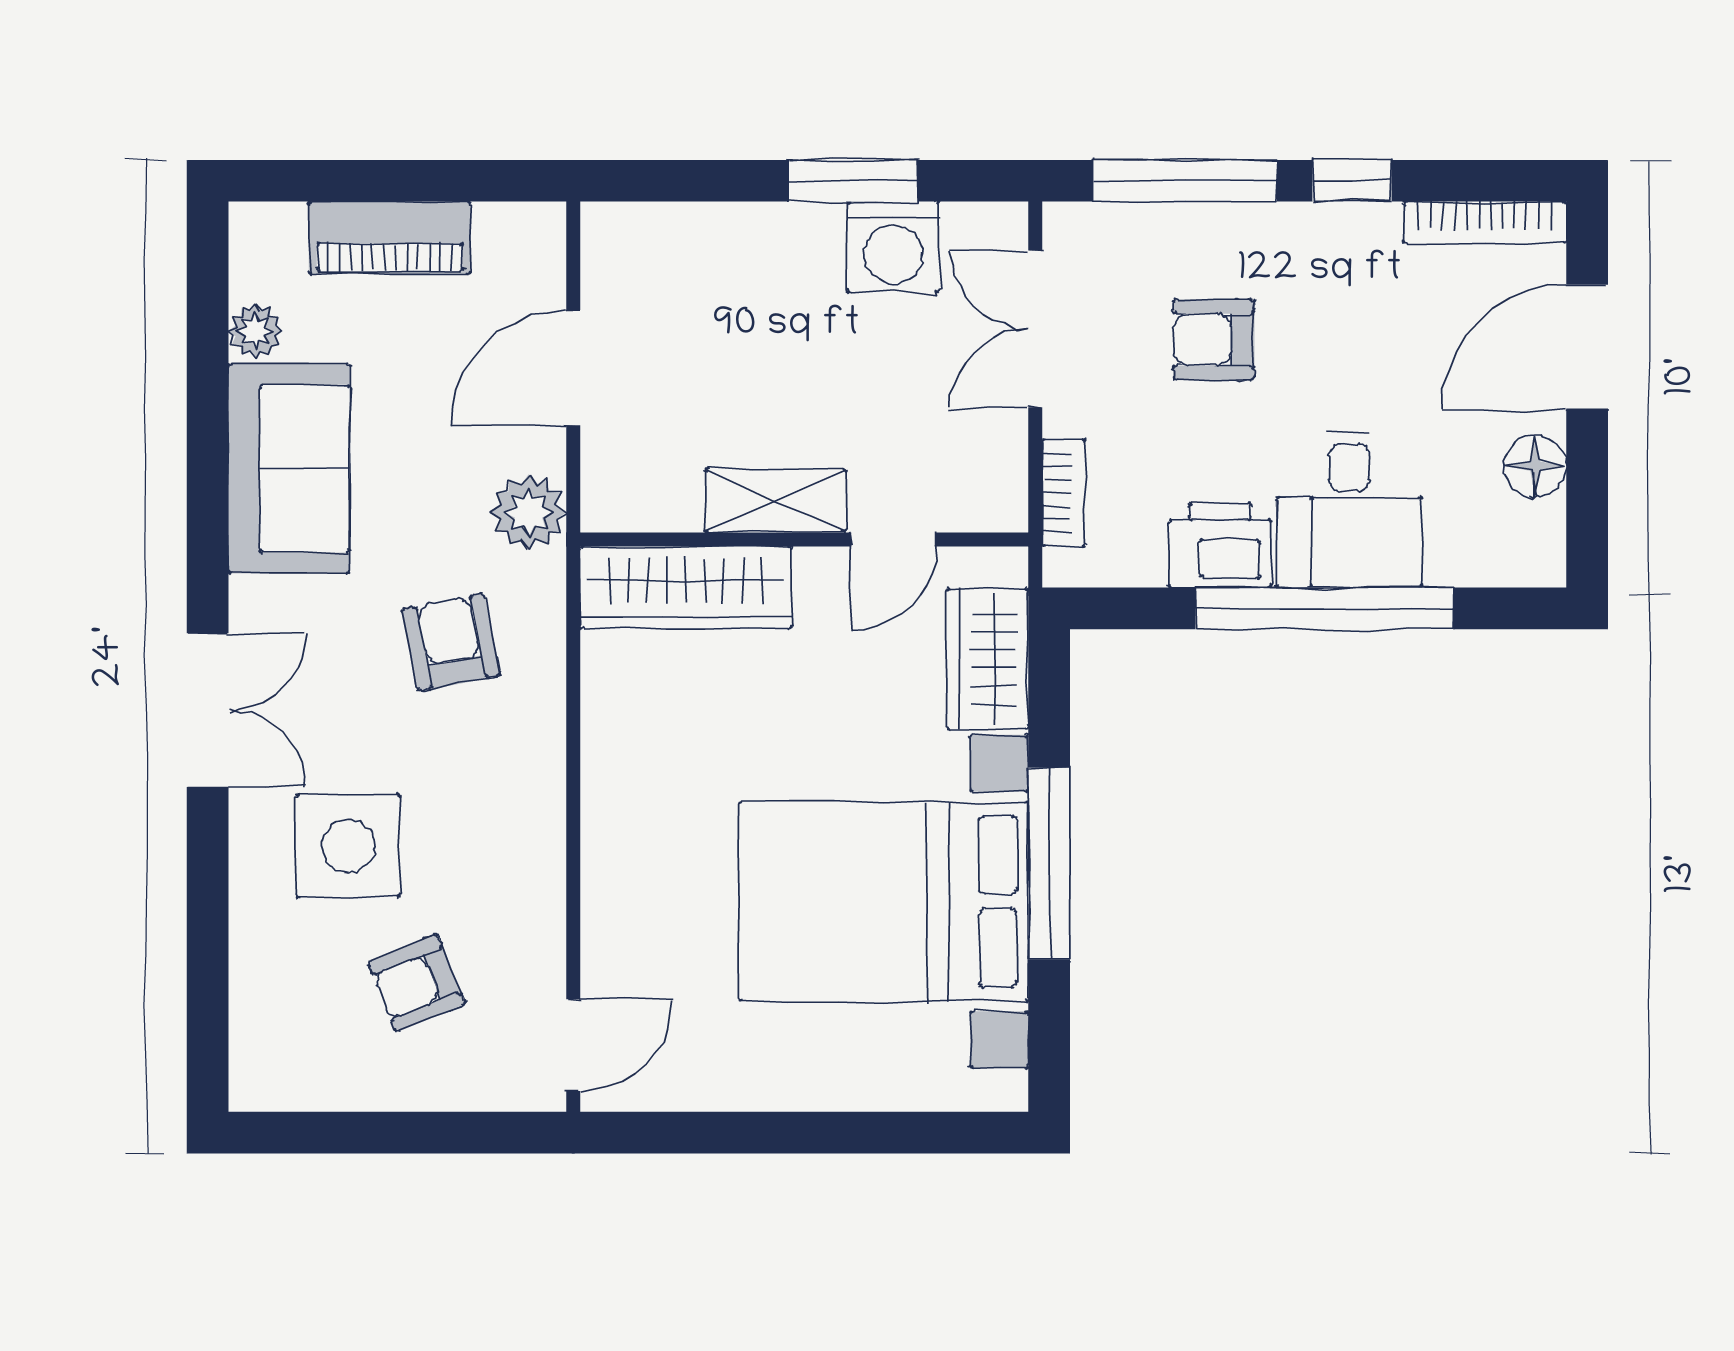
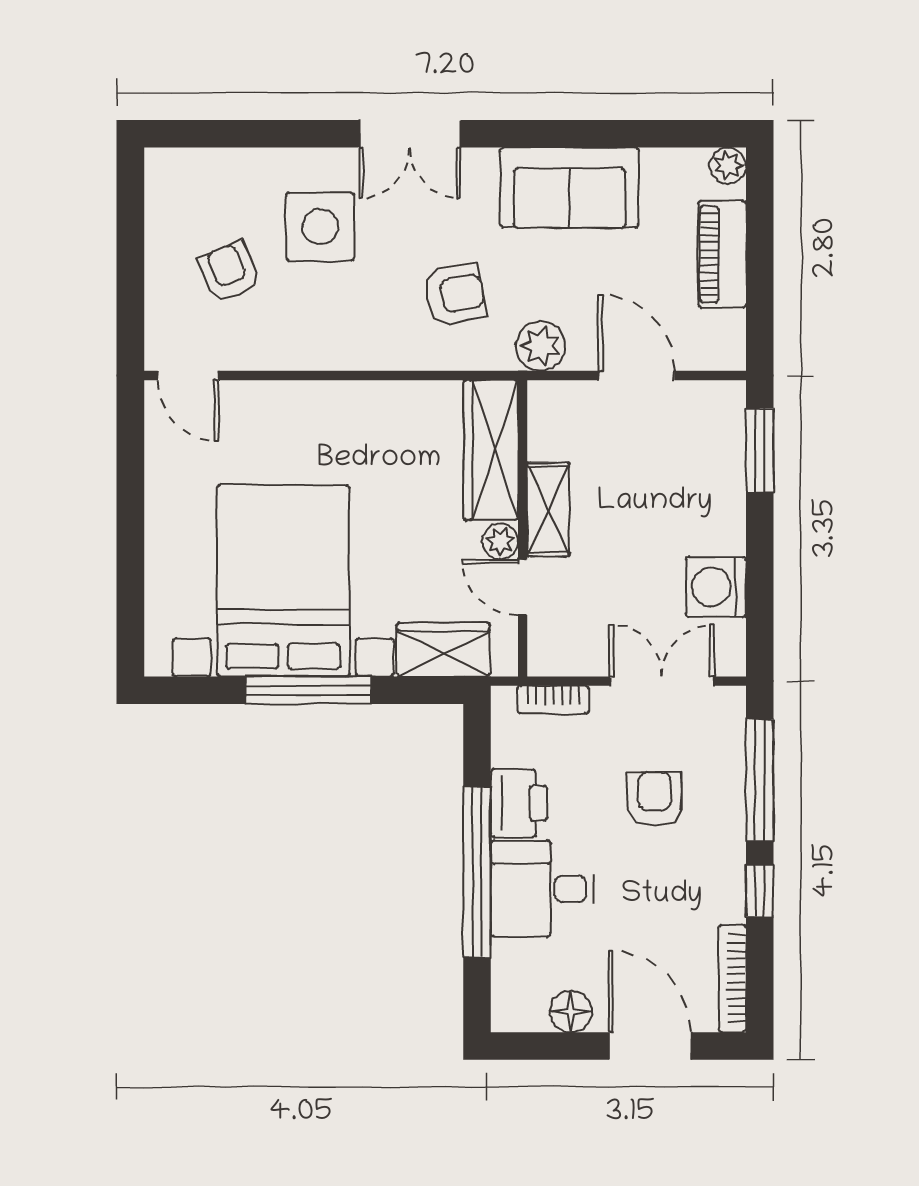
window: (853, 181) -> (760, 451), moved
plant: (256, 331) -> (728, 165), moved
plant: (824, 573) -> (500, 541), added

